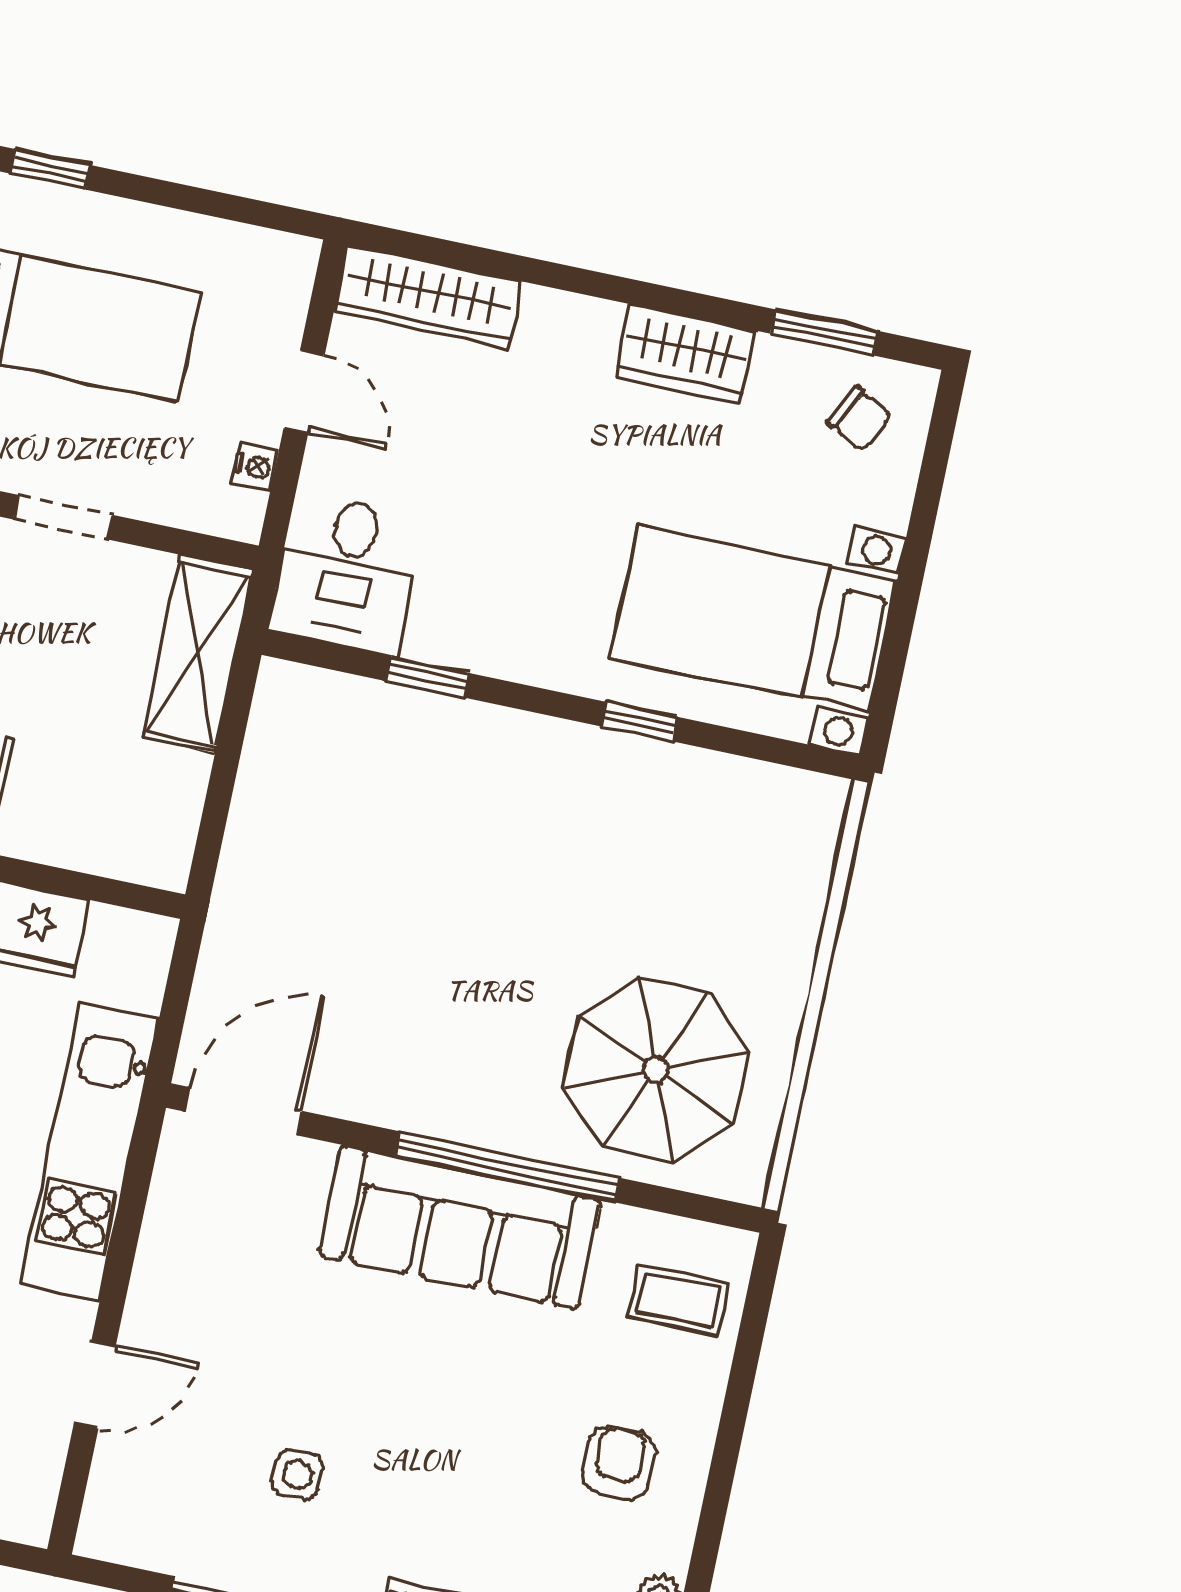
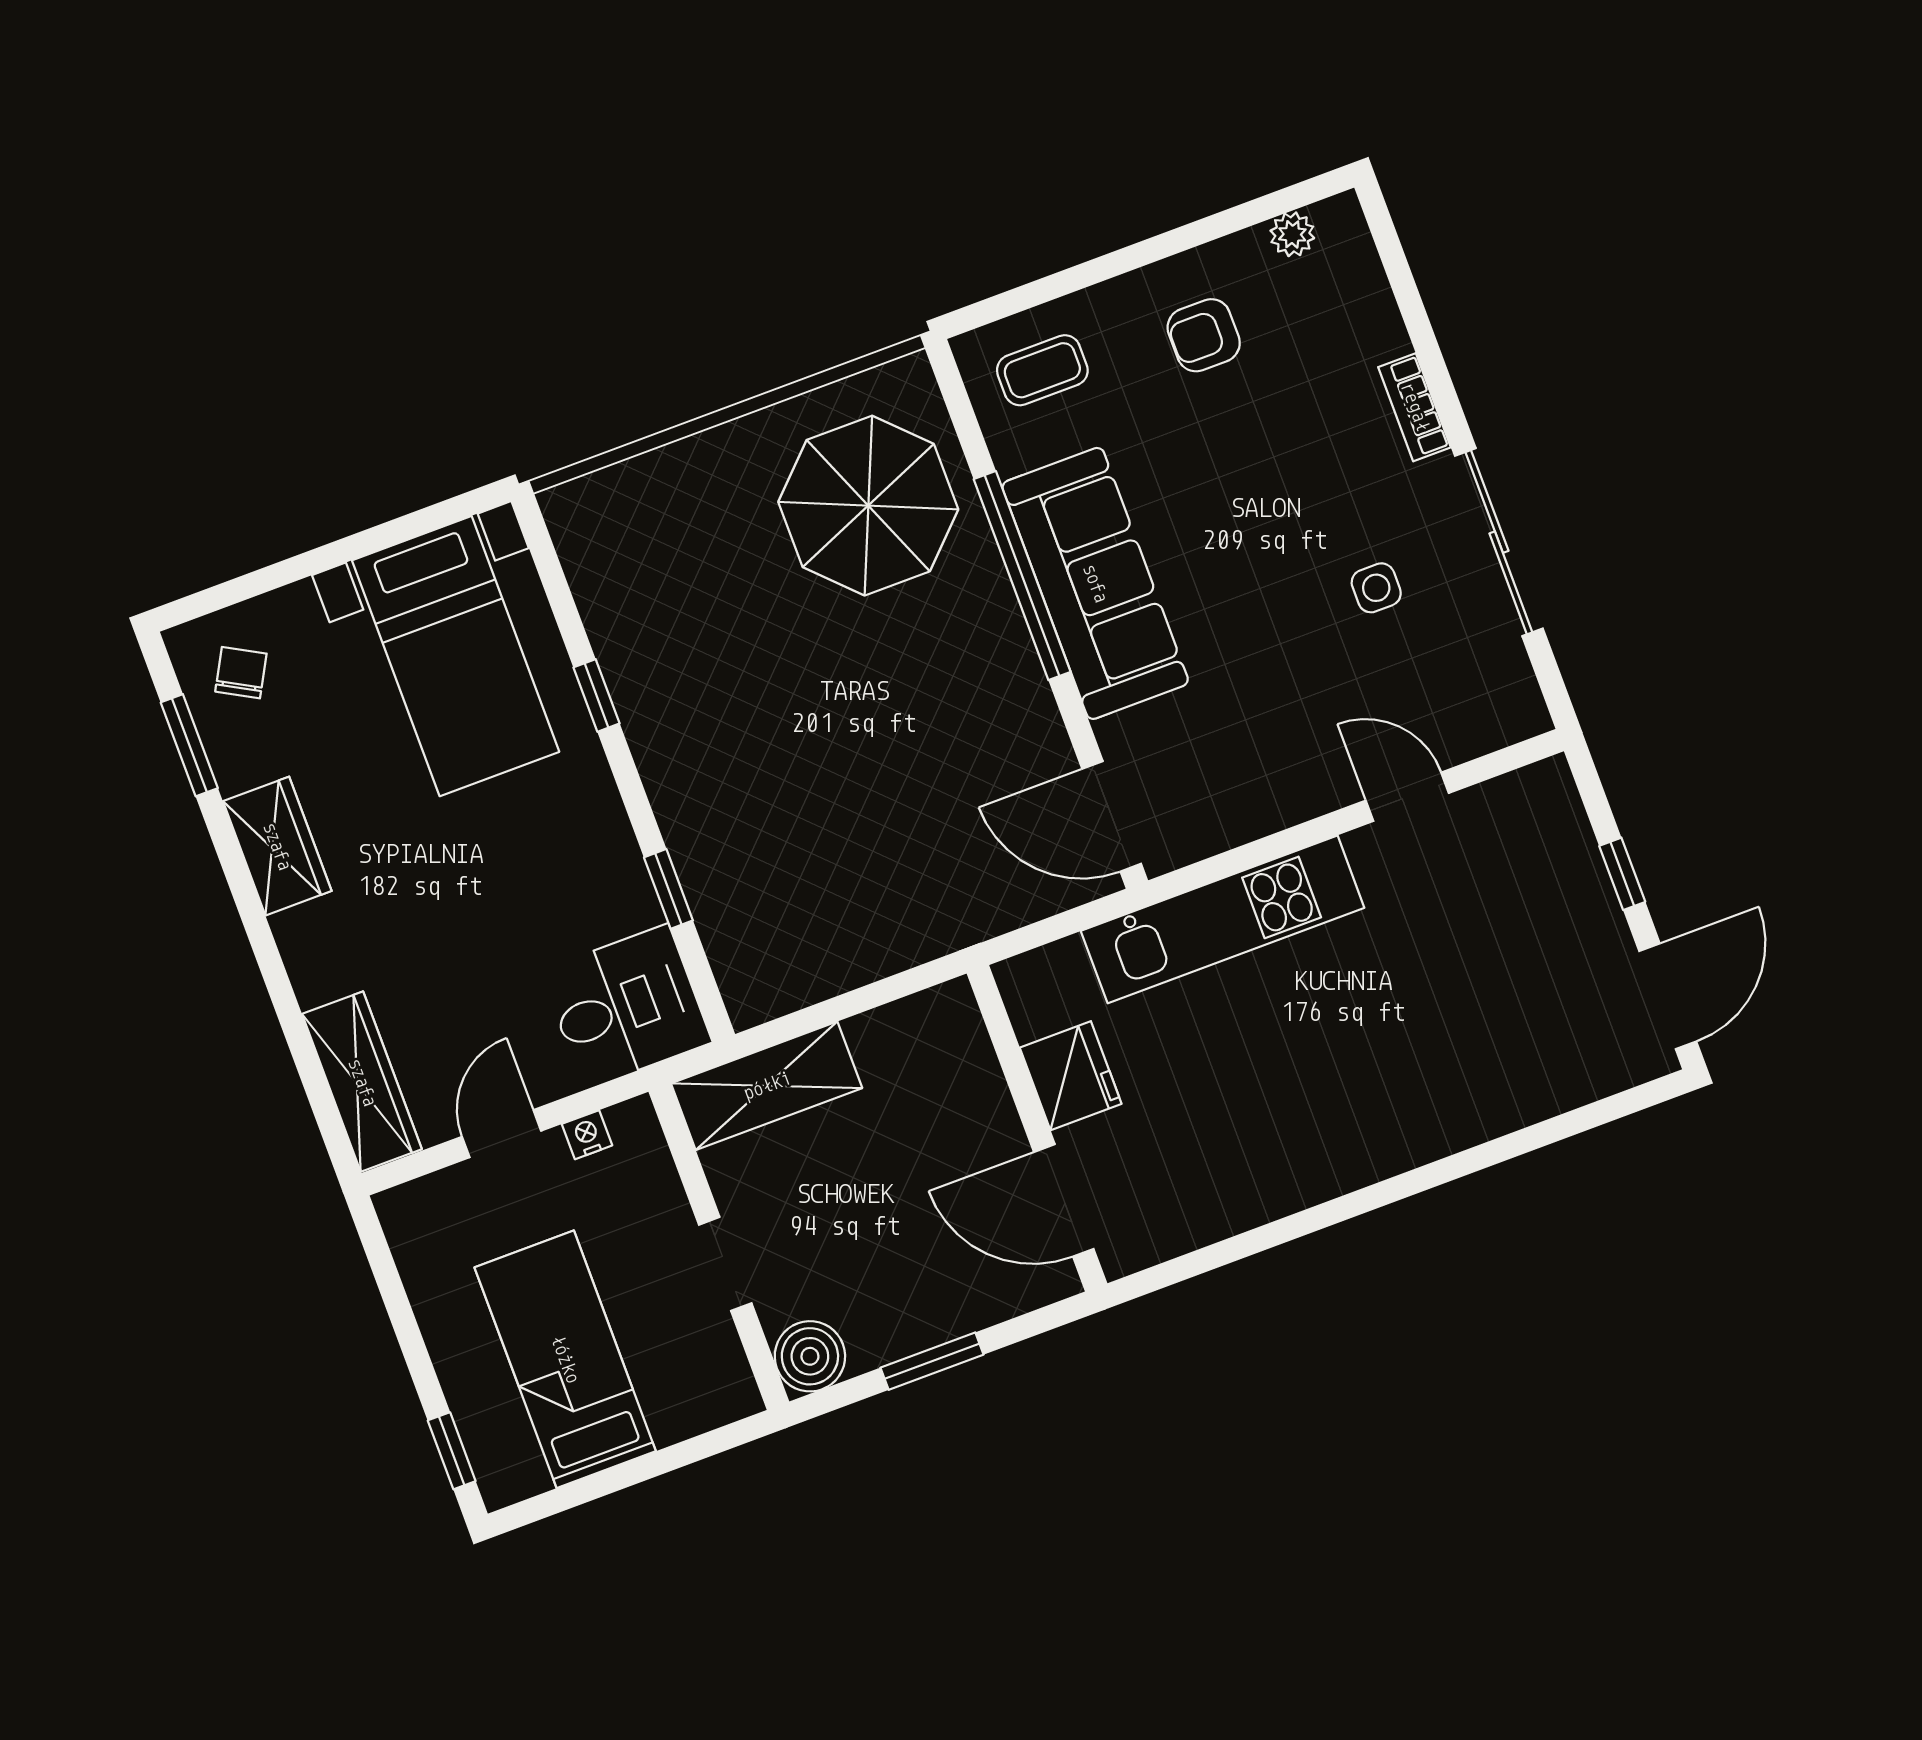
coffee table: (678, 1300) -> (1042, 370), turned 90

